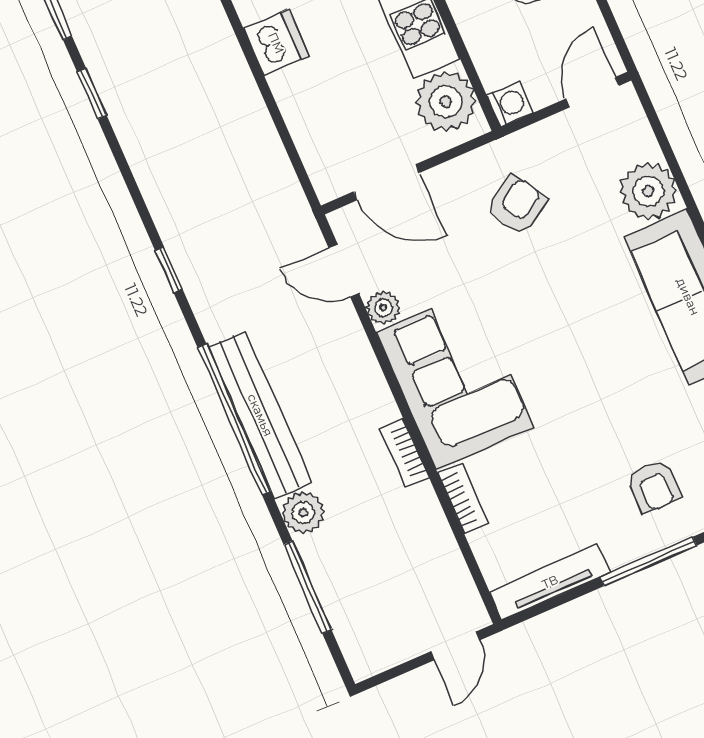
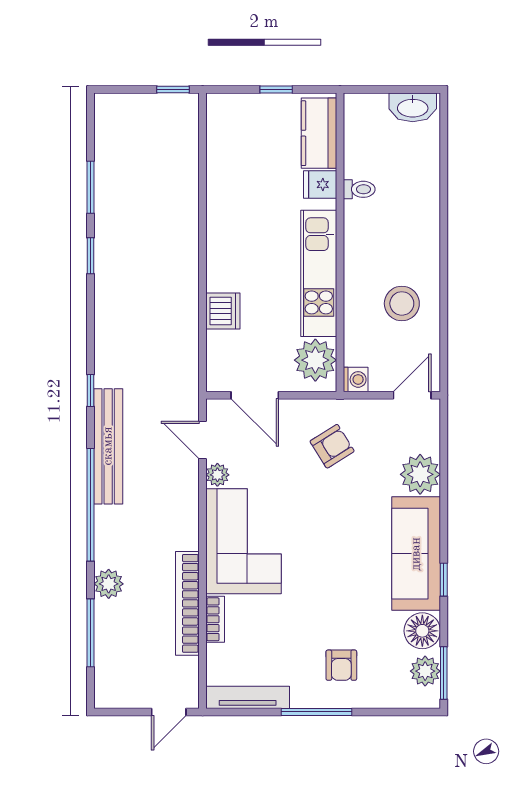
dishwasher: (276, 43) -> (223, 311), moved
bench: (260, 415) -> (108, 446), moved
bookcase: (404, 453) -> (187, 603), width x2.31, depth x1.31

